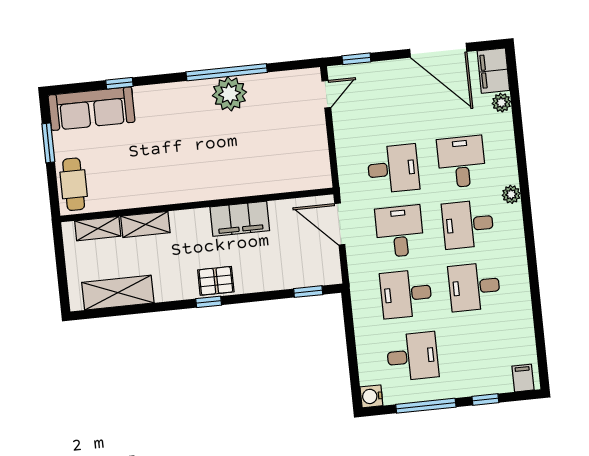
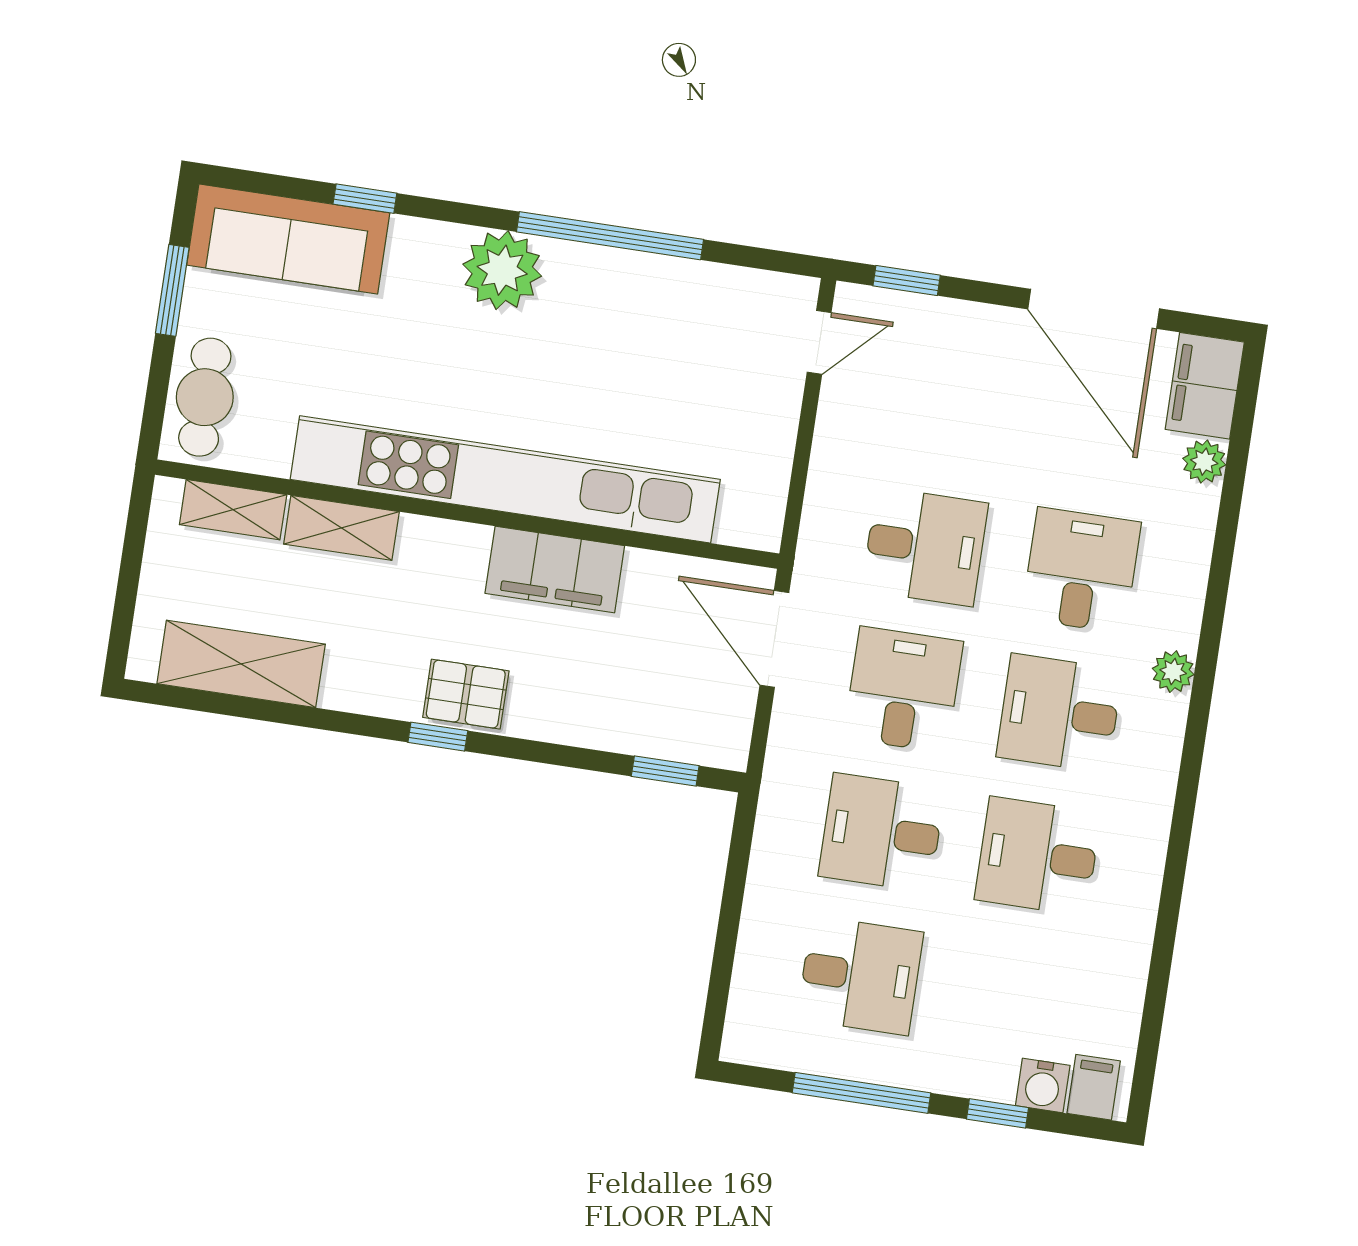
plant: (229, 94) -> (502, 270), moved
kitchen unit: (209, 186) -> (505, 479), added
water cooler: (371, 396) -> (1043, 1085), moved, turned -90

